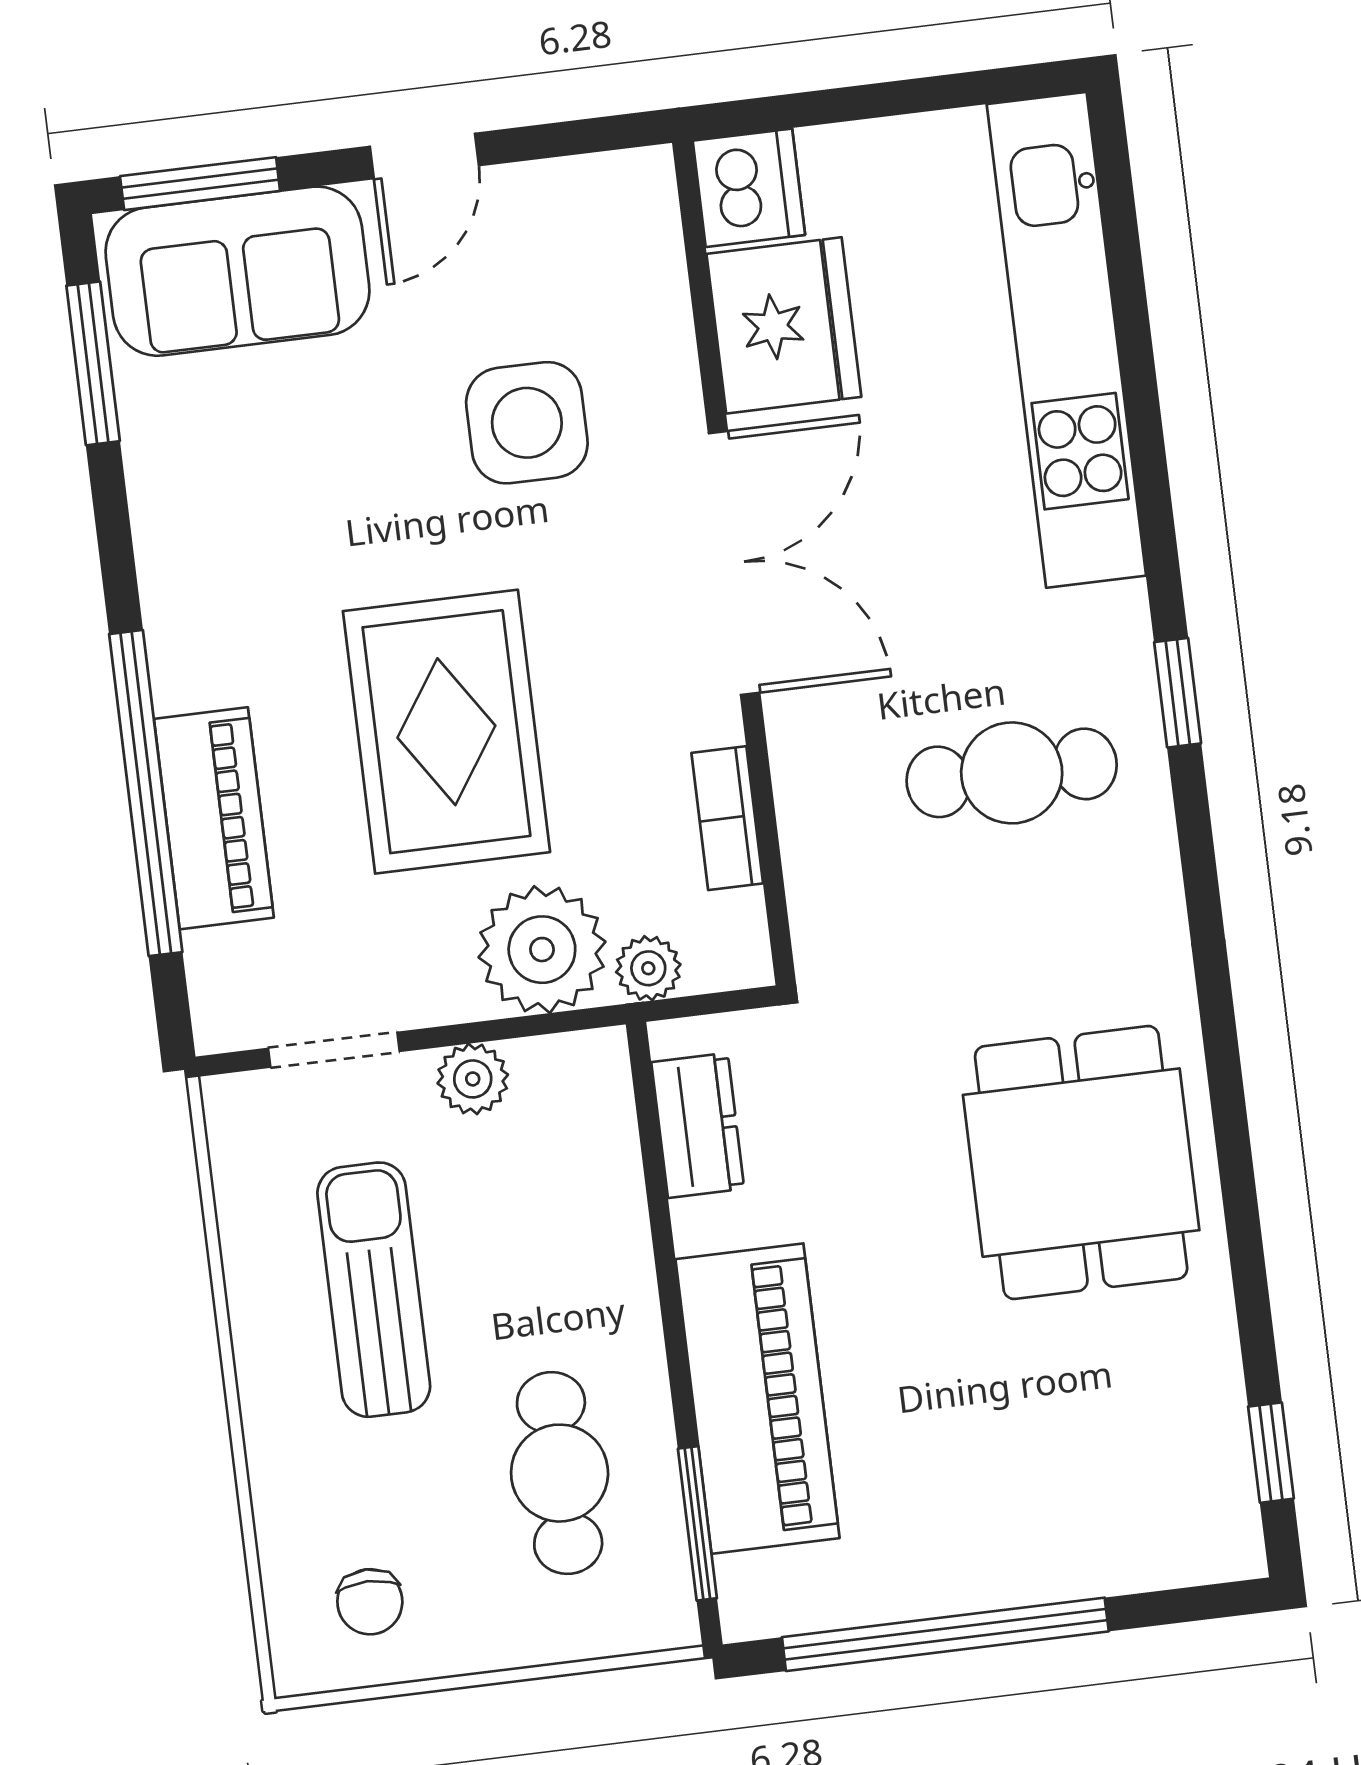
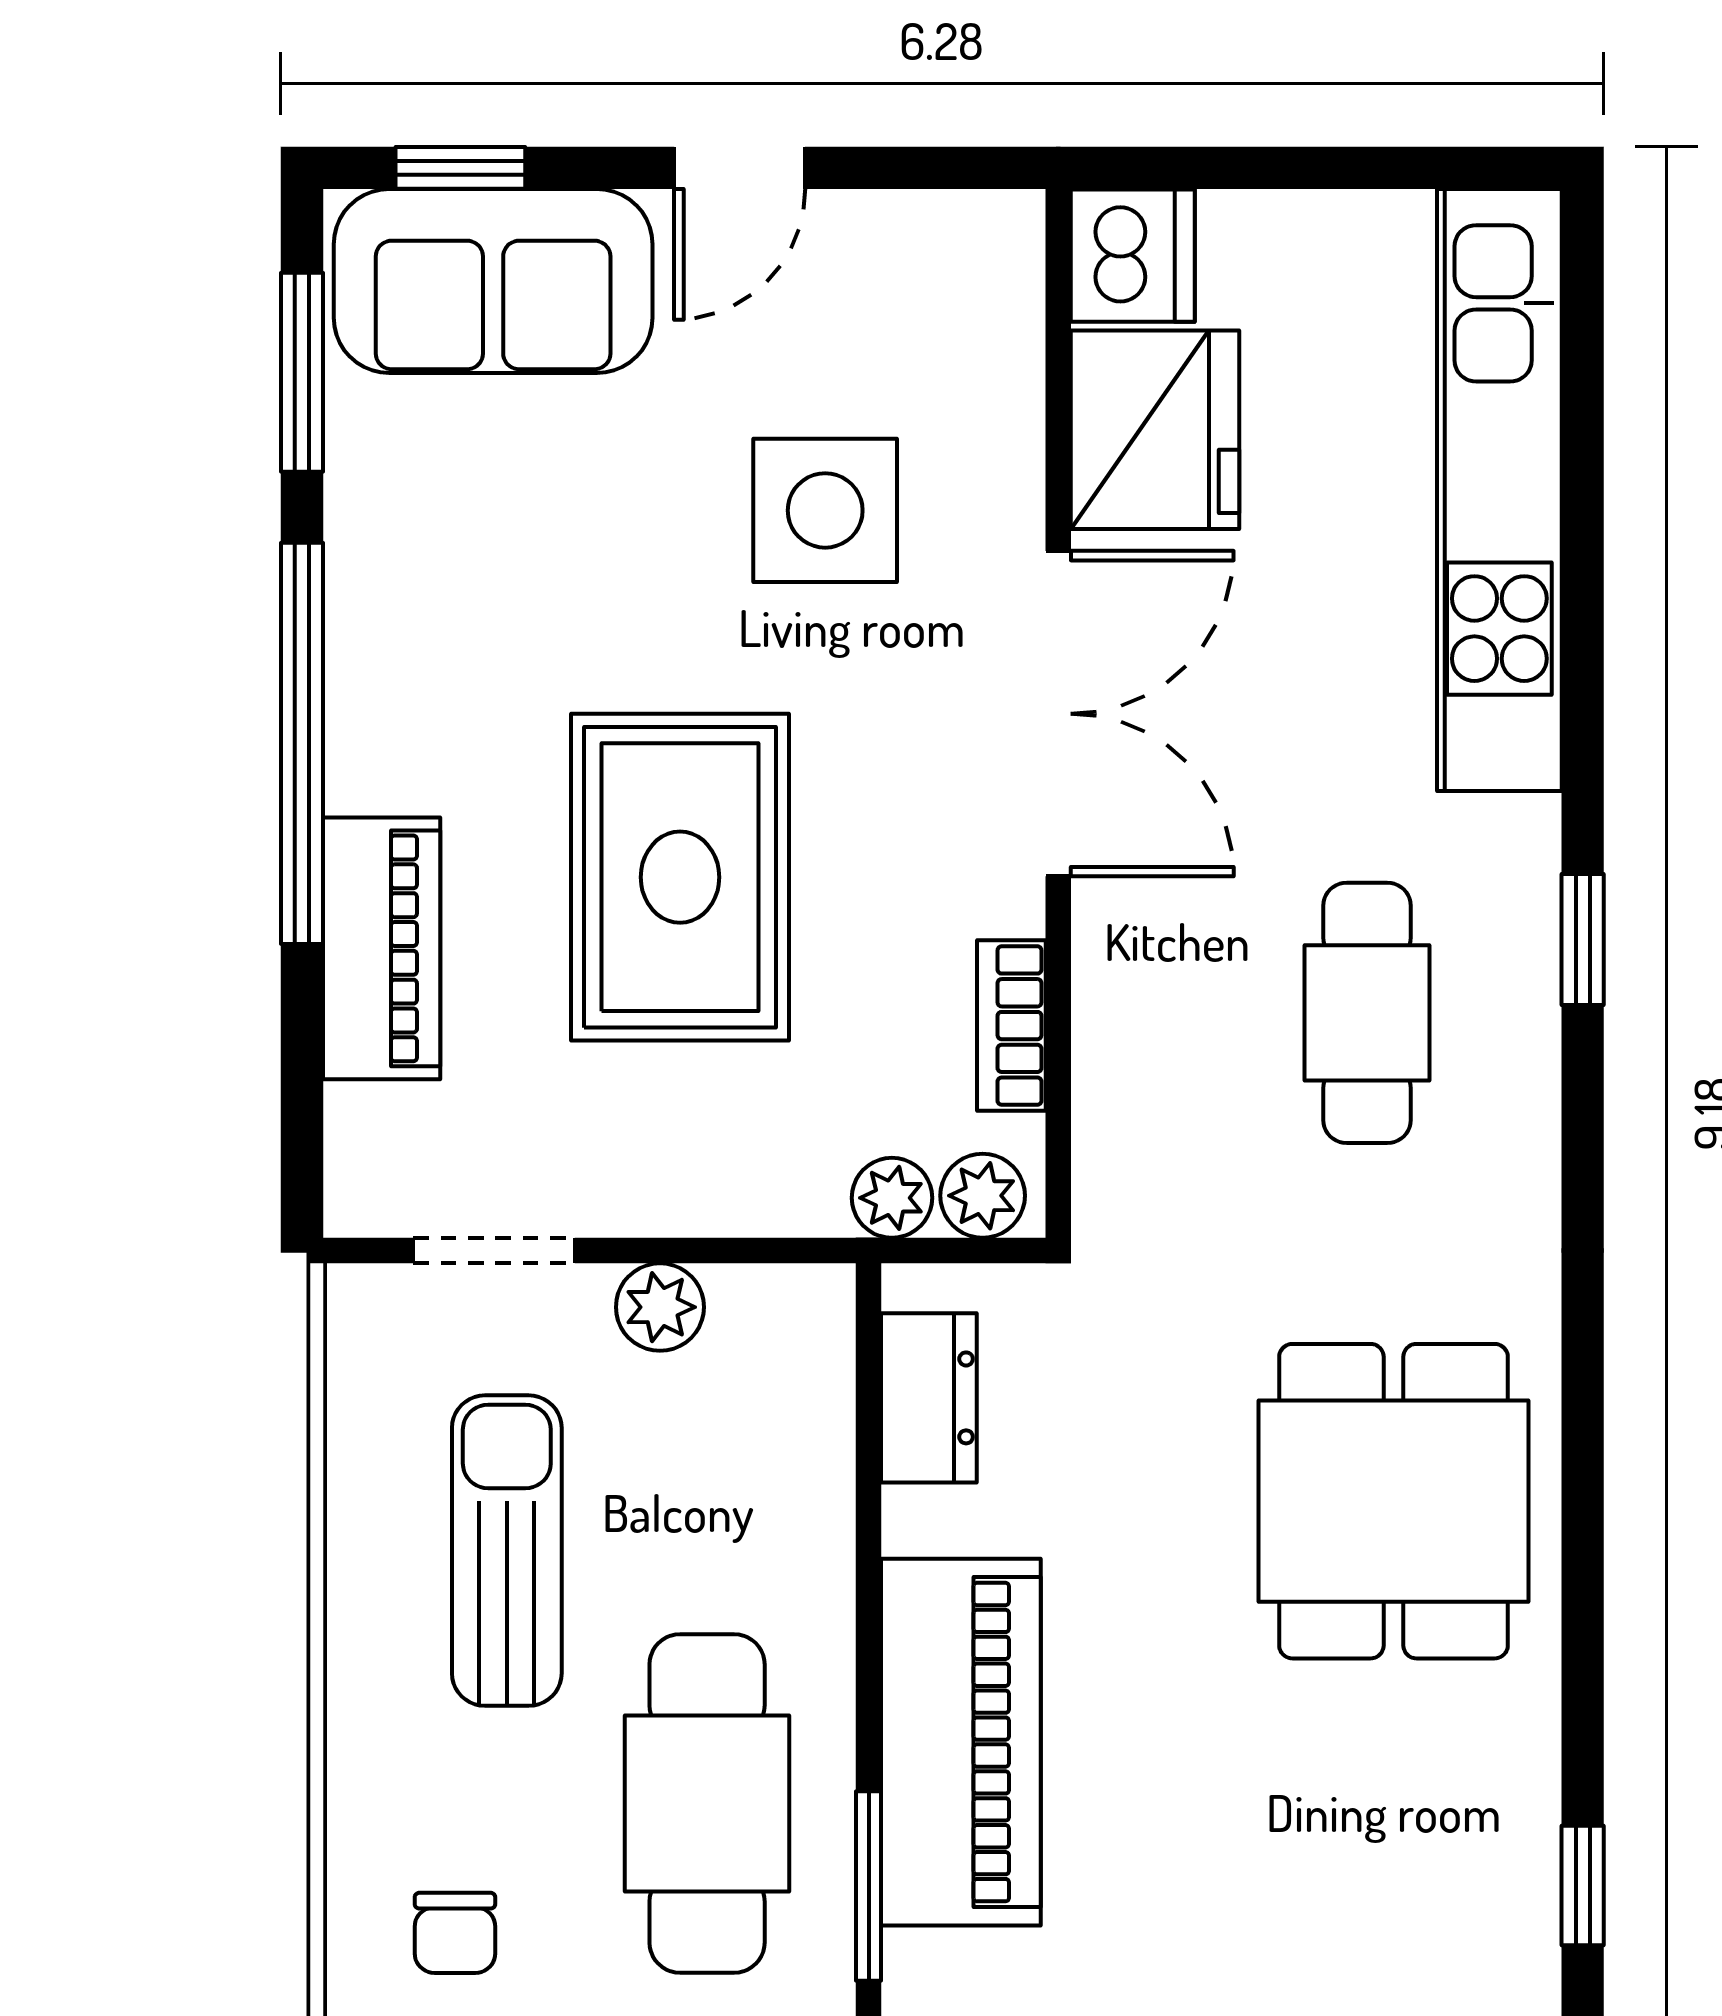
window: (200, 184) -> (460, 168), width x0.67
cafe table: (1012, 773) -> (1367, 1013), turned 90
window: (146, 793) -> (302, 743), moved
plant: (542, 950) -> (983, 1196), moved, width x0.53, depth x0.53
cafe table: (560, 1473) -> (707, 1803), width x1.37, depth x1.35

